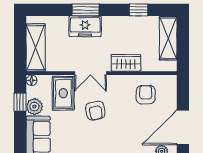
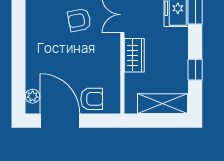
armchair: (146, 95) -> (92, 99), moved

